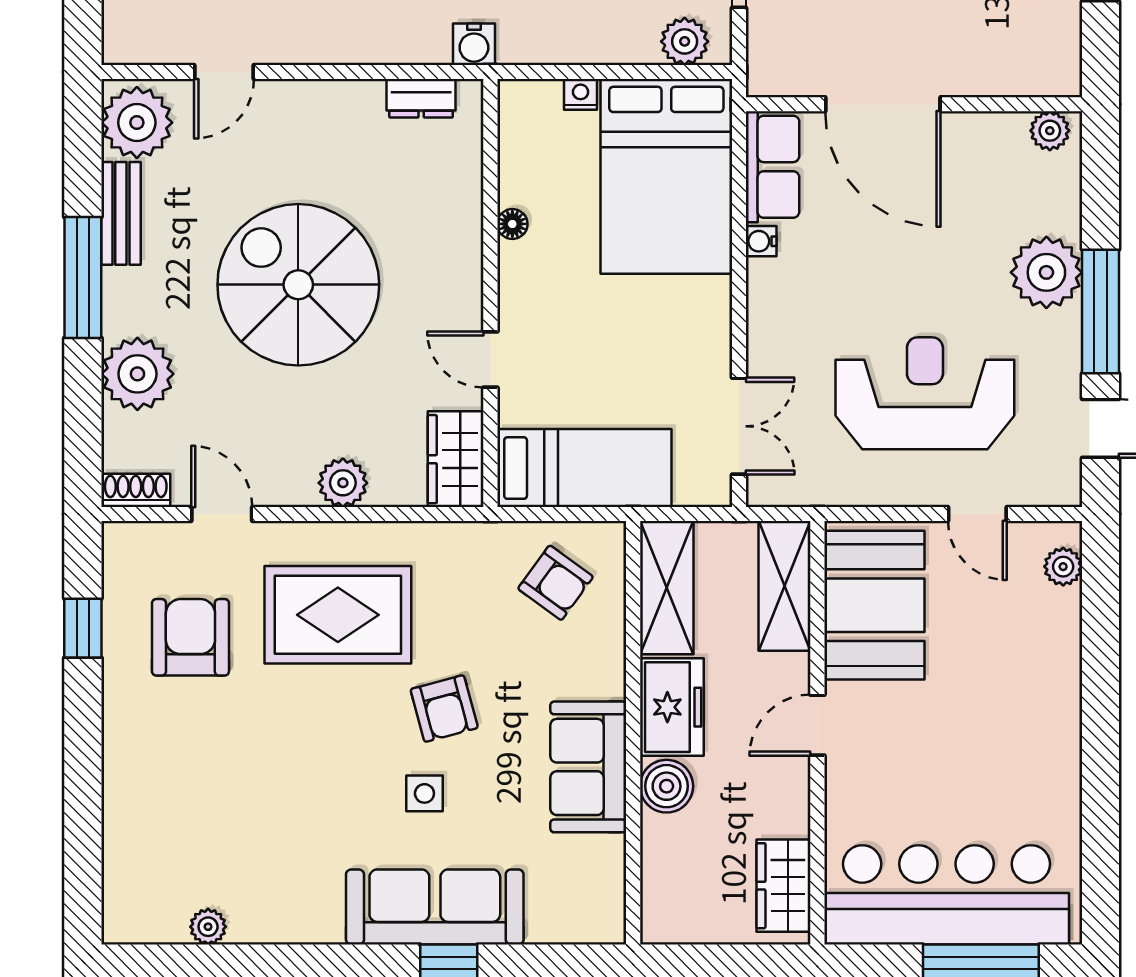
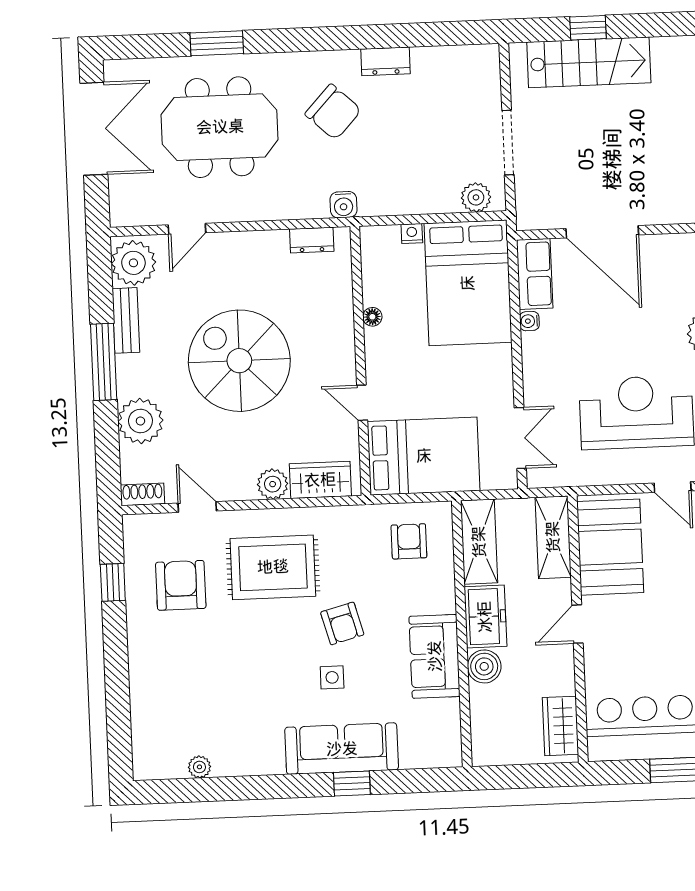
wardrobe: (456, 459) -> (320, 480), moved, turned 90
bed: (584, 468) -> (424, 456), width x1.50
armchair: (555, 583) -> (409, 541), turned -126

